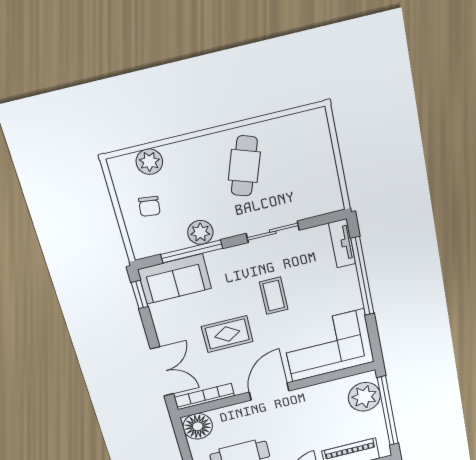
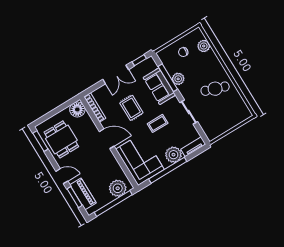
window: (362, 276) -> (168, 170), moved
sofa: (175, 279) -> (159, 86), moved
plant: (343, 284) -> (173, 155), added
double door: (162, 371) -> (116, 75), moved

